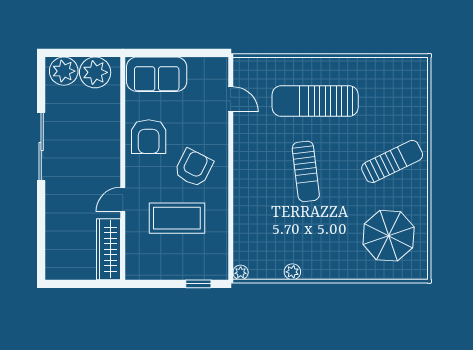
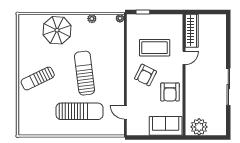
plant: (64, 71) -> (216, 128), removed
armchair: (149, 137) -> (170, 92), turned 180
sun lounger: (306, 171) -> (85, 73), width x1.36, depth x1.34
parasol: (389, 236) -> (57, 30), moved

